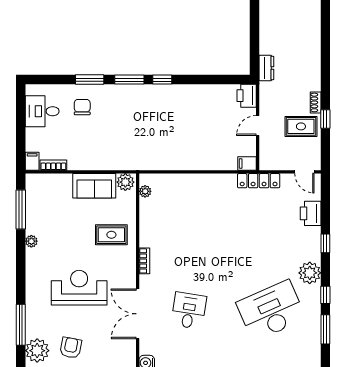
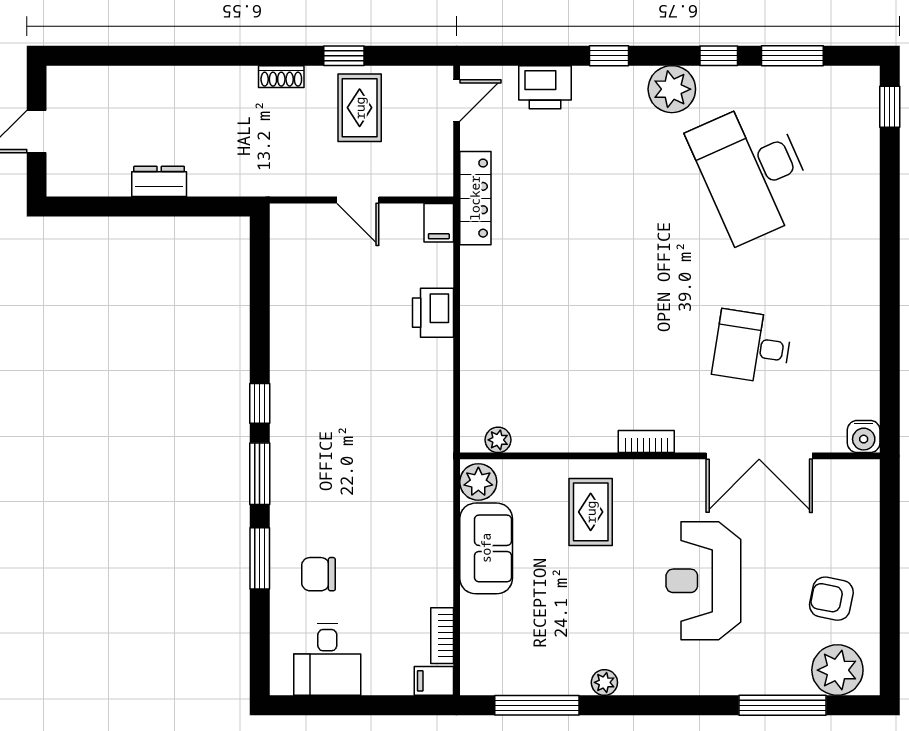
dresser: (266, 68) -> (159, 181), moved
printer: (247, 96) -> (433, 313), moved, turned 90
shoe rack: (316, 102) -> (281, 77), moved

